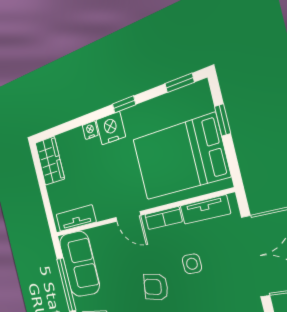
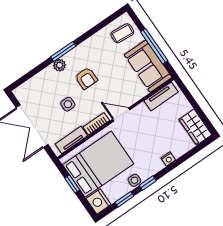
window: (179, 83) -> (124, 199), moved
side table: (140, 115) -> (134, 180), added
window: (223, 120) -> (72, 184), moved
nightstand: (111, 128) -> (98, 201), moved, turned 90
armchair: (156, 287) -> (86, 78), turned 80

